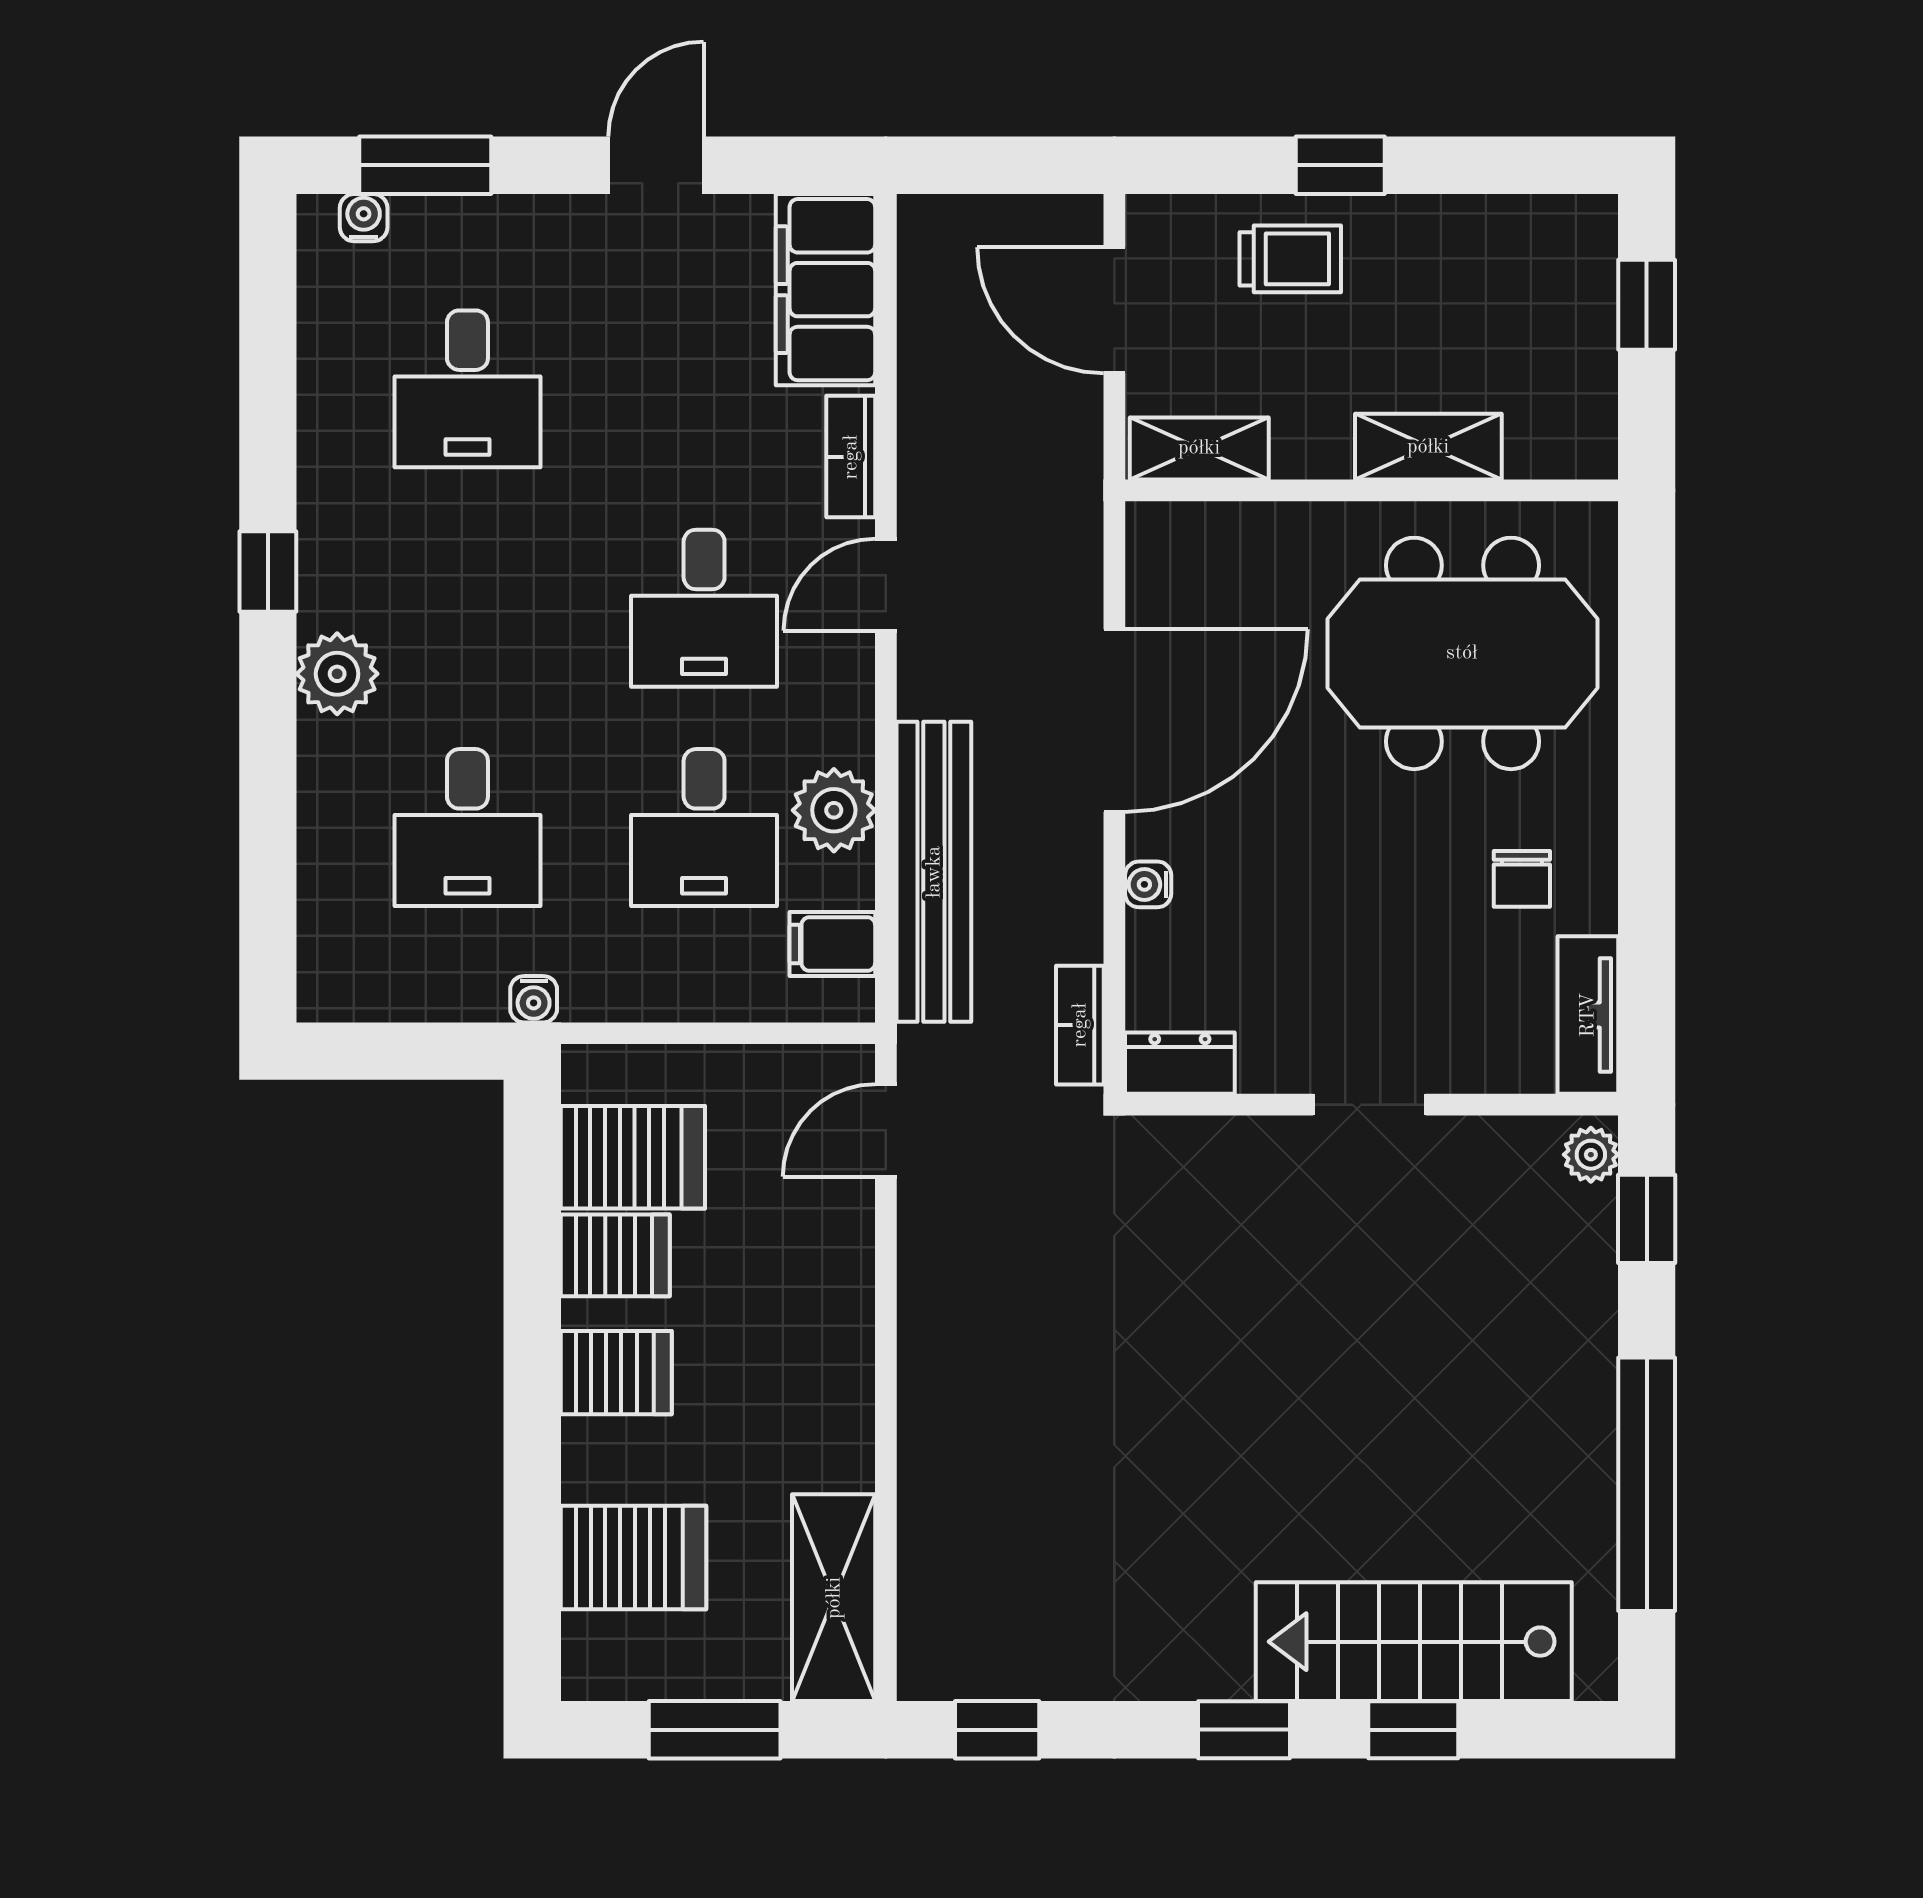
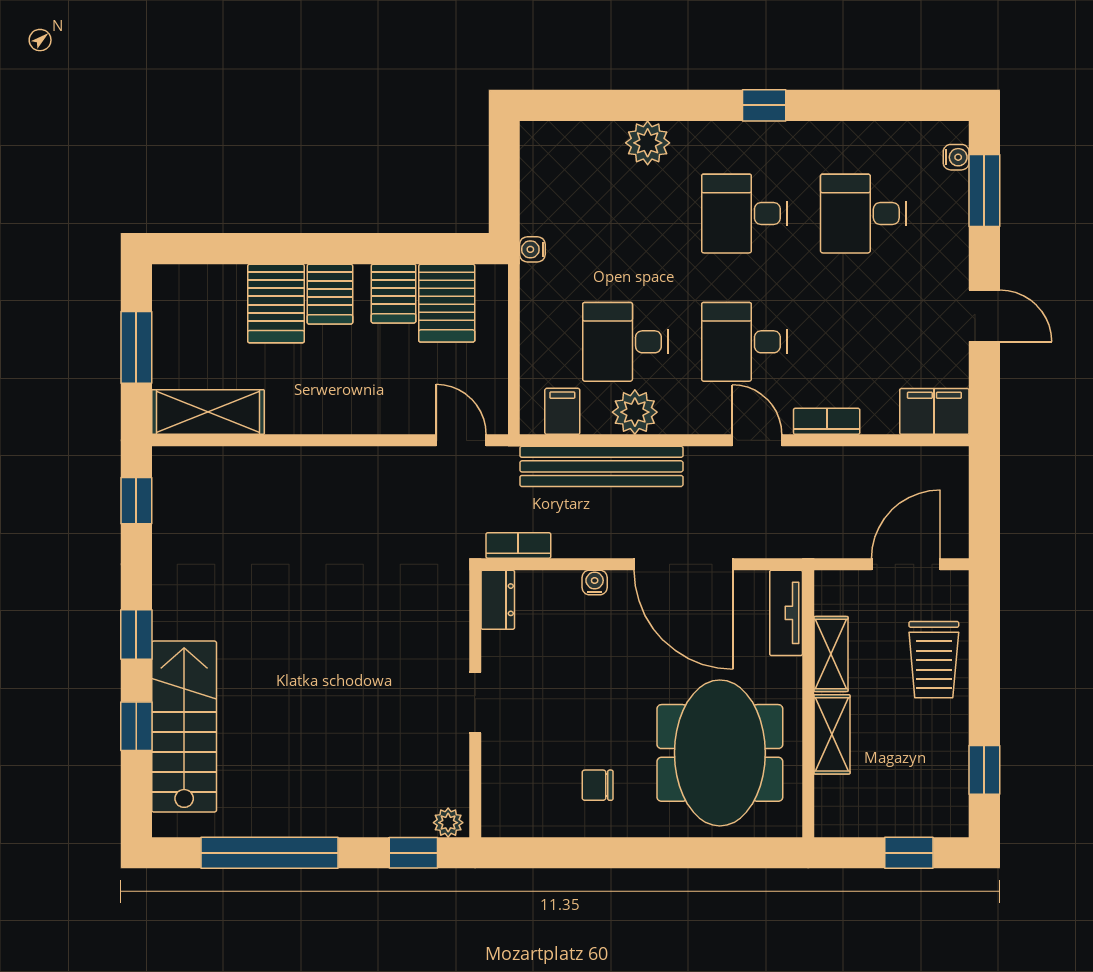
window: (1340, 165) -> (984, 770), moved
trolley: (1290, 259) -> (934, 660), width x1.36, depth x1.39
filing cabinet: (825, 290) -> (934, 411), width x0.67, depth x0.86
shelving: (1199, 448) -> (831, 654), moved
plant: (337, 674) -> (648, 143), moved
desk: (467, 828) -> (744, 214), moved
tv unit: (1588, 1015) -> (786, 613), moved, turned -90
server rack: (633, 1558) -> (276, 304), moved

